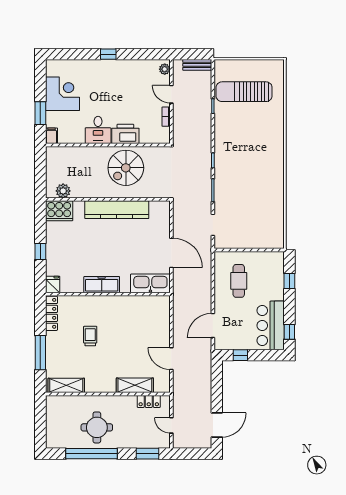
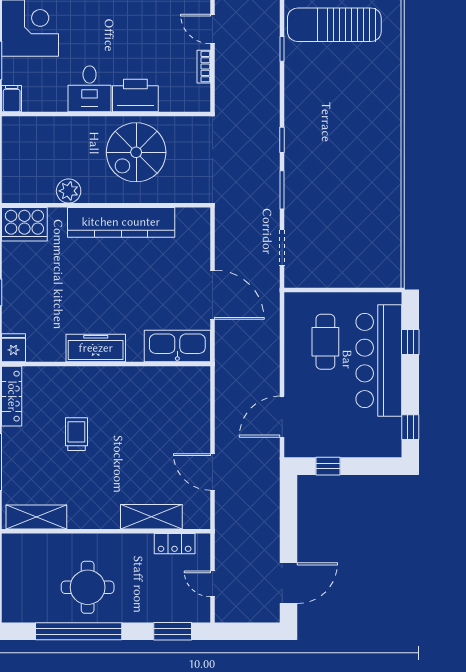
plant: (63, 191) -> (69, 191), moved
bar counter: (271, 325) -> (379, 361), moved, width x1.36

